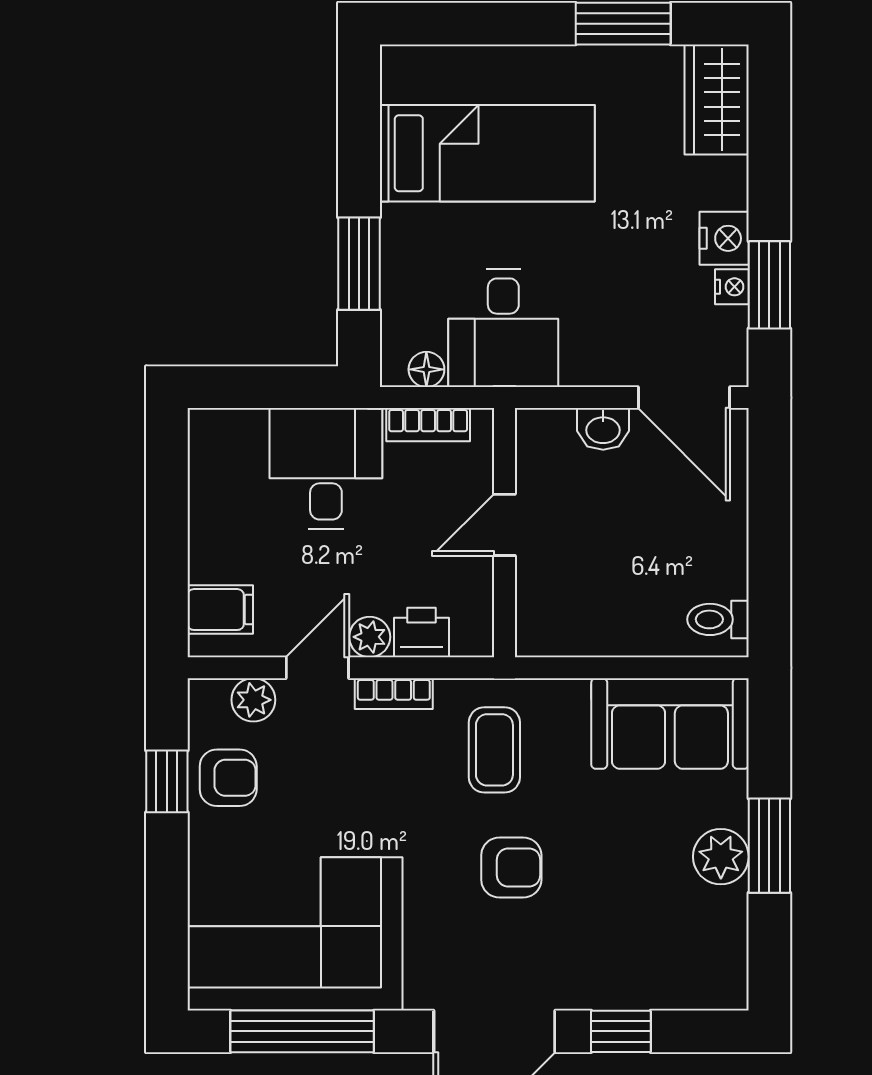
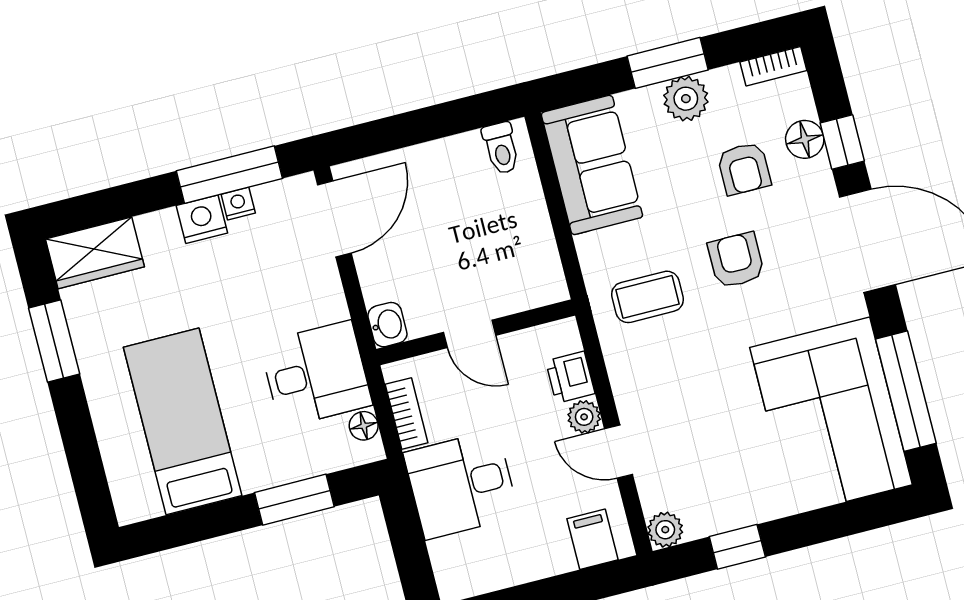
window: (769, 285) -> (229, 175), width x1.44
washbasin: (603, 429) -> (387, 325), moved
bookcase: (394, 694) -> (773, 66), moved, turned 90
plant: (253, 700) -> (665, 530), moved
armchair: (228, 778) -> (744, 169), moved, turned 180
floor lamp: (635, 987) -> (805, 139), added

